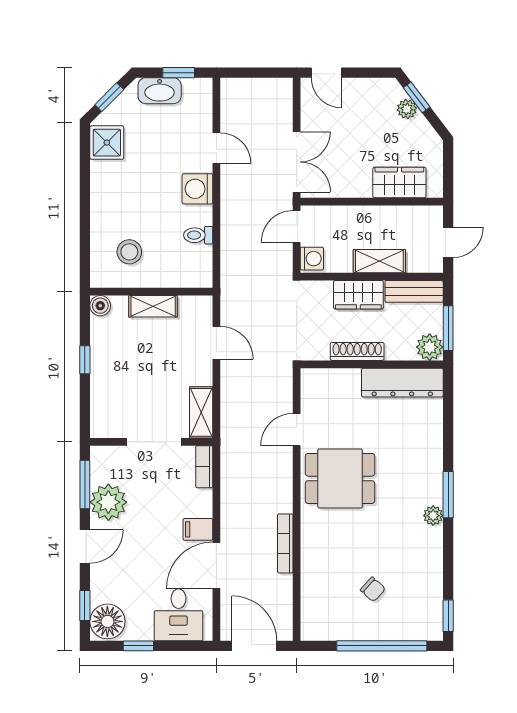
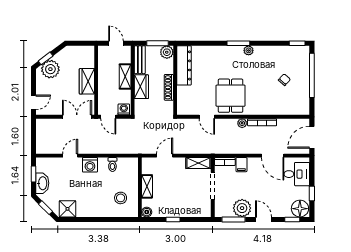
plant: (407, 109) -> (50, 69), width x1.88, depth x1.88
wardrobe: (399, 182) -> (87, 81), moved
plant: (283, 502) -> (242, 123), added
filing cabinet: (198, 529) -> (241, 165), moved

